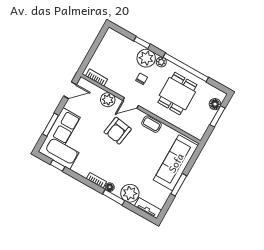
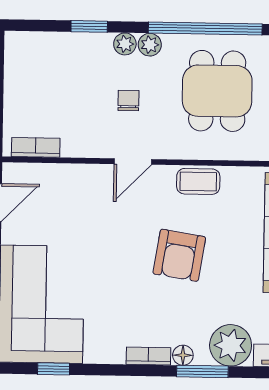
plant: (146, 58) -> (125, 44), width x0.53, depth x0.53
plant: (108, 100) -> (83, 180), removed
armchair: (118, 131) -> (179, 255), moved

